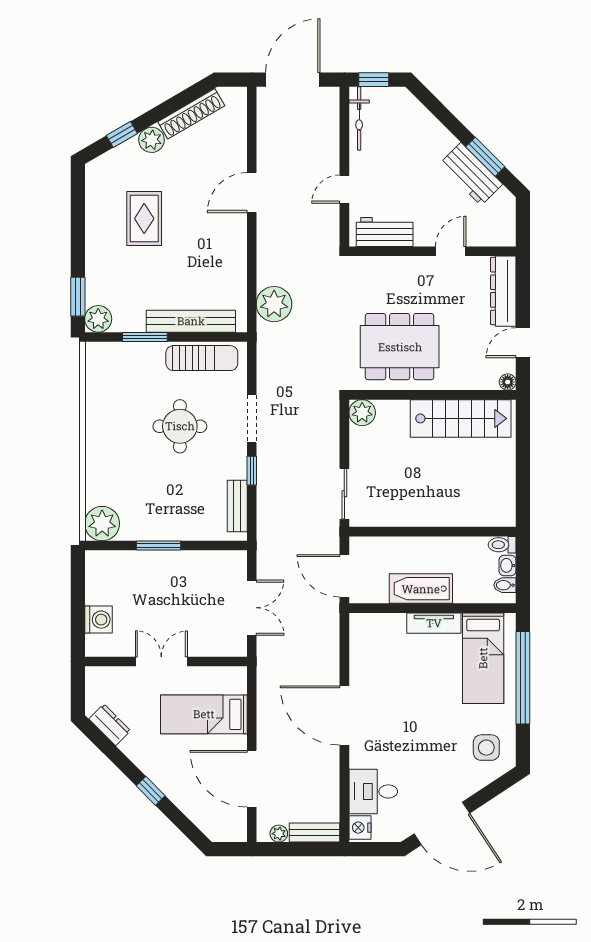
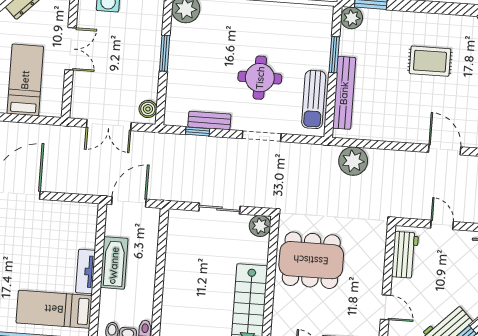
dining table: (400, 347) -> (311, 260), turned 90
window: (252, 471) -> (198, 131), moved
sliding door: (344, 494) -> (219, 209), moved
bench: (237, 506) -> (209, 121), moved
boiler: (229, 561) -> (148, 109), added

